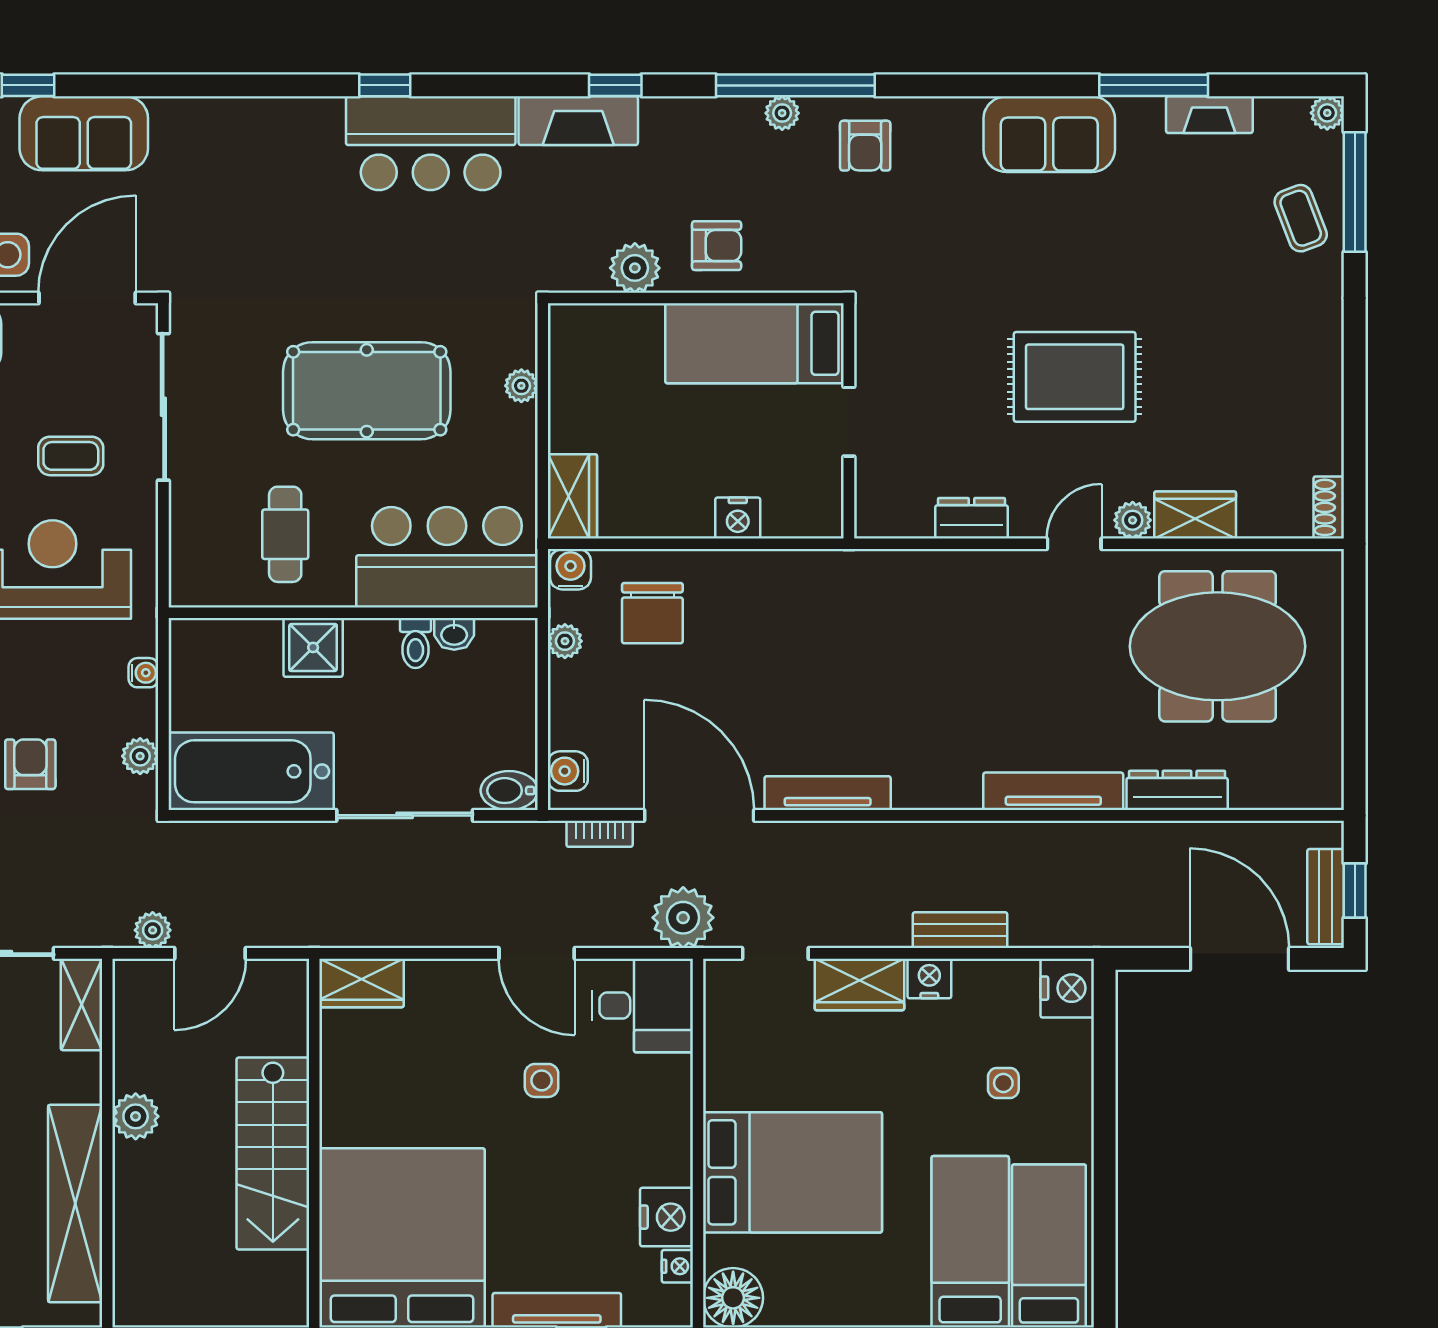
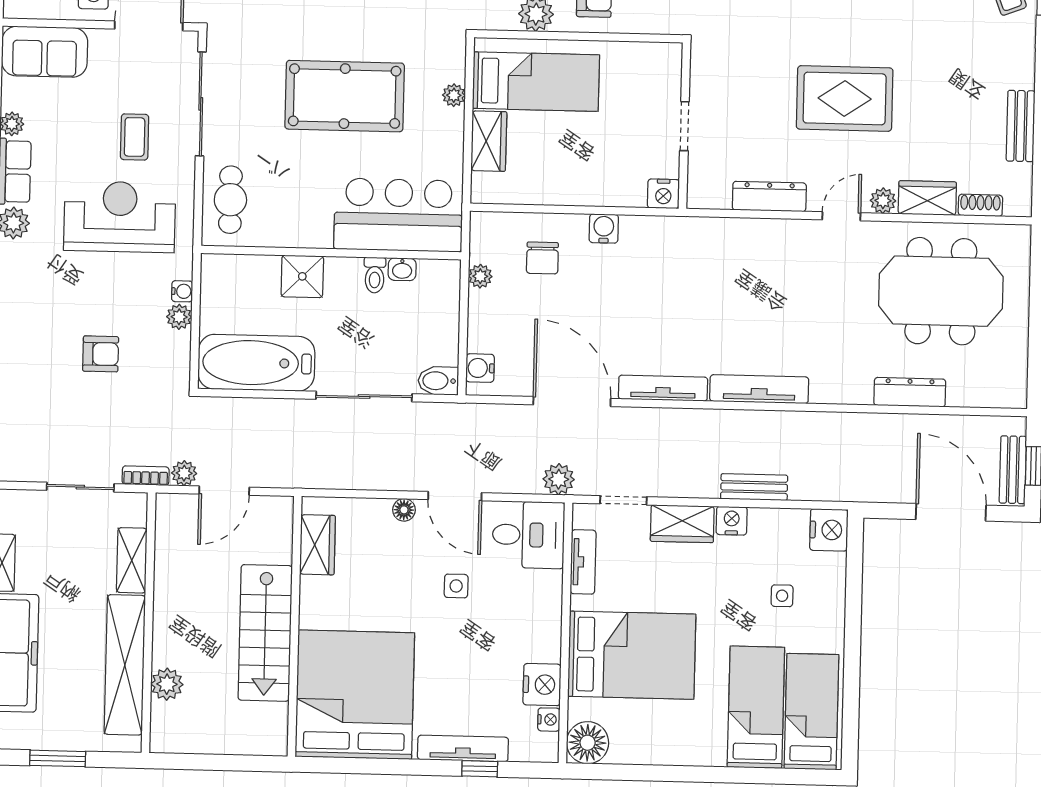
bed: (755, 343) -> (536, 82), moved, turned 180
bench: (1325, 410) -> (1021, 126), added
coffee table: (71, 456) -> (135, 137), turned 90
wardrobe: (572, 496) -> (489, 141), moved
shoe rack: (1329, 507) -> (980, 205), moved, turned 90
nightstand: (738, 518) -> (663, 194), moved
dresser: (972, 518) -> (769, 197), width x1.44
cafe table: (285, 534) -> (230, 200), moved
water cooler: (570, 569) -> (604, 228), moved
chair: (652, 613) -> (542, 258), width x0.73, depth x0.73
plant: (140, 756) -> (179, 317), moved
armchair: (30, 764) -> (101, 354), turned 90
tv unit: (1053, 791) -> (759, 389), moved
bookcase: (600, 834) -> (146, 476), moved, turned 180
plant: (683, 918) -> (559, 479), width x0.73, depth x0.73
floor lamp: (465, 974) -> (404, 510), added
wardrobe: (362, 983) -> (317, 545), moved, turned -90
shelving: (81, 1004) -> (132, 560), moved
tv unit: (720, 1042) -> (583, 562), added
plant: (136, 1116) -> (167, 684), moved

